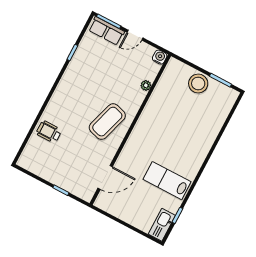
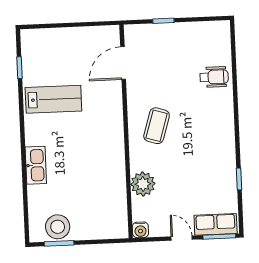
door: (135, 35) -> (182, 238), hinge flipped
stool: (198, 84) -> (58, 227), moved
plant: (146, 85) -> (143, 184), width x1.88, depth x1.88
coffee table: (107, 122) -> (157, 126), width x0.73, depth x0.76
kitchen sink: (162, 225) -> (36, 165), moved

